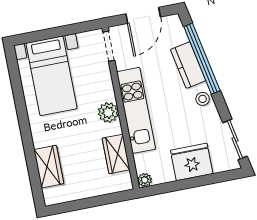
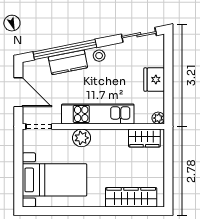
plant: (108, 112) -> (82, 138), moved
wardrobe: (116, 154) -> (144, 138), moved
fridge: (192, 162) -> (154, 80), width x0.73, depth x0.75
wardrobe: (49, 167) -> (131, 197), width x1.50

